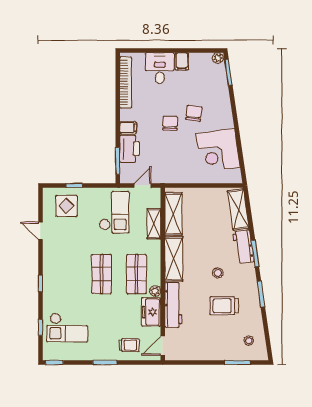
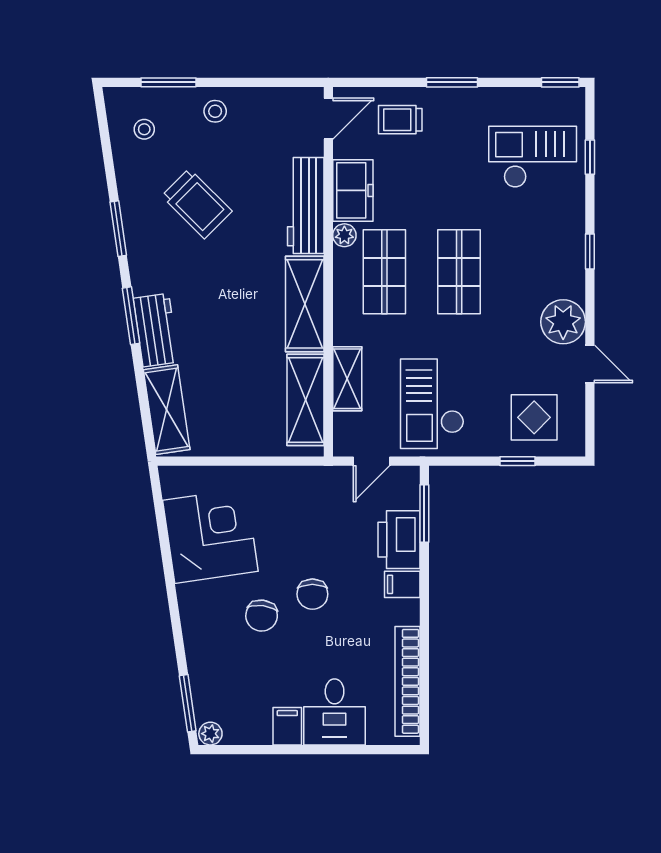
plant: (53, 251) -> (563, 322), added
stool: (218, 273) -> (215, 111), moved
trolley: (224, 306) -> (197, 204), turned 45

